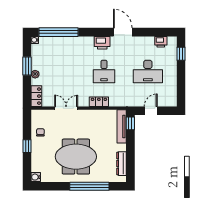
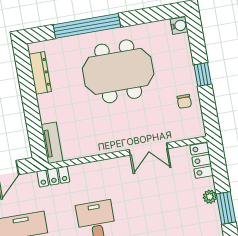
locker: (99, 102) -> (53, 177), moved
window: (130, 123) -> (37, 142), removed
tv unit: (122, 126) -> (52, 143), width x0.71

